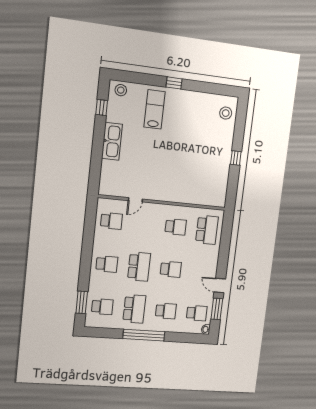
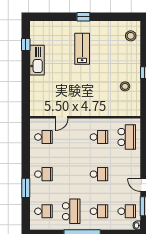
stool: (121, 90) -> (125, 86), moved
lab bench: (155, 109) -> (82, 49), moved
kitchen sink: (112, 141) -> (37, 60), moved
school desk: (139, 267) -> (71, 174), removed
window: (82, 302) -> (26, 188), moved

